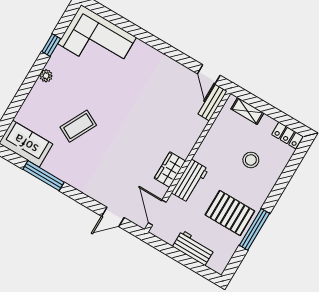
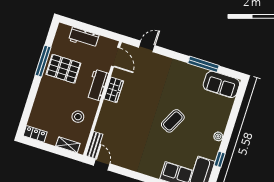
coffee table: (78, 126) -> (173, 121), moved
stool: (251, 160) -> (78, 117), moved

